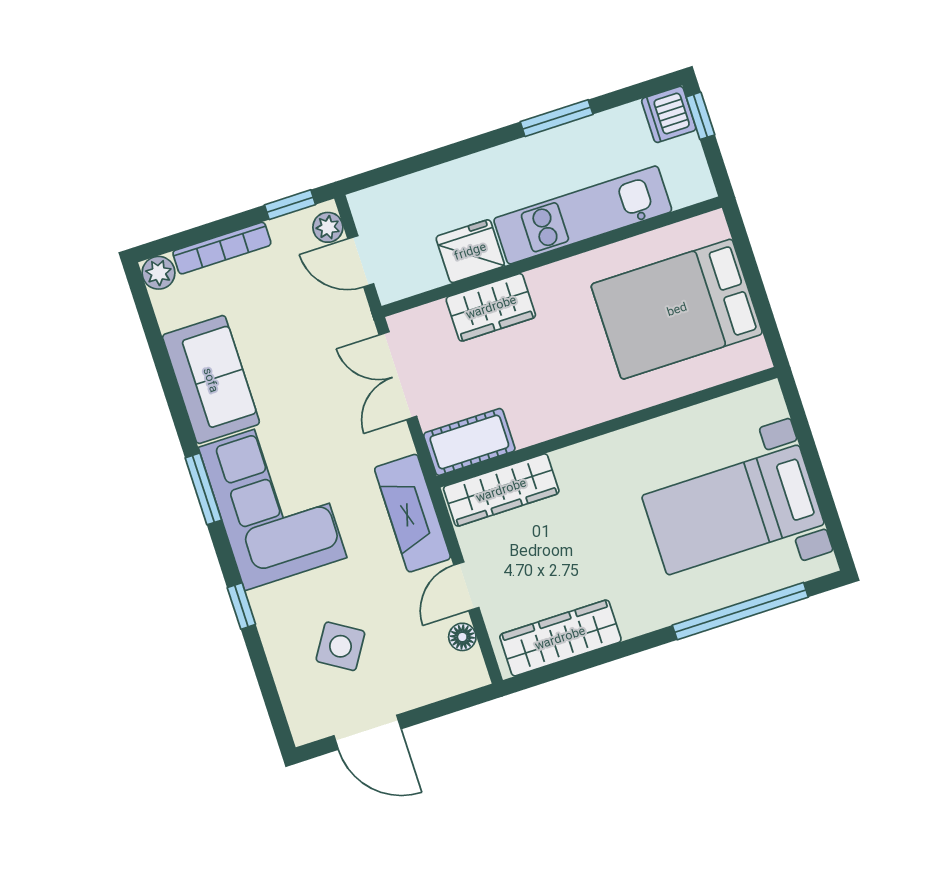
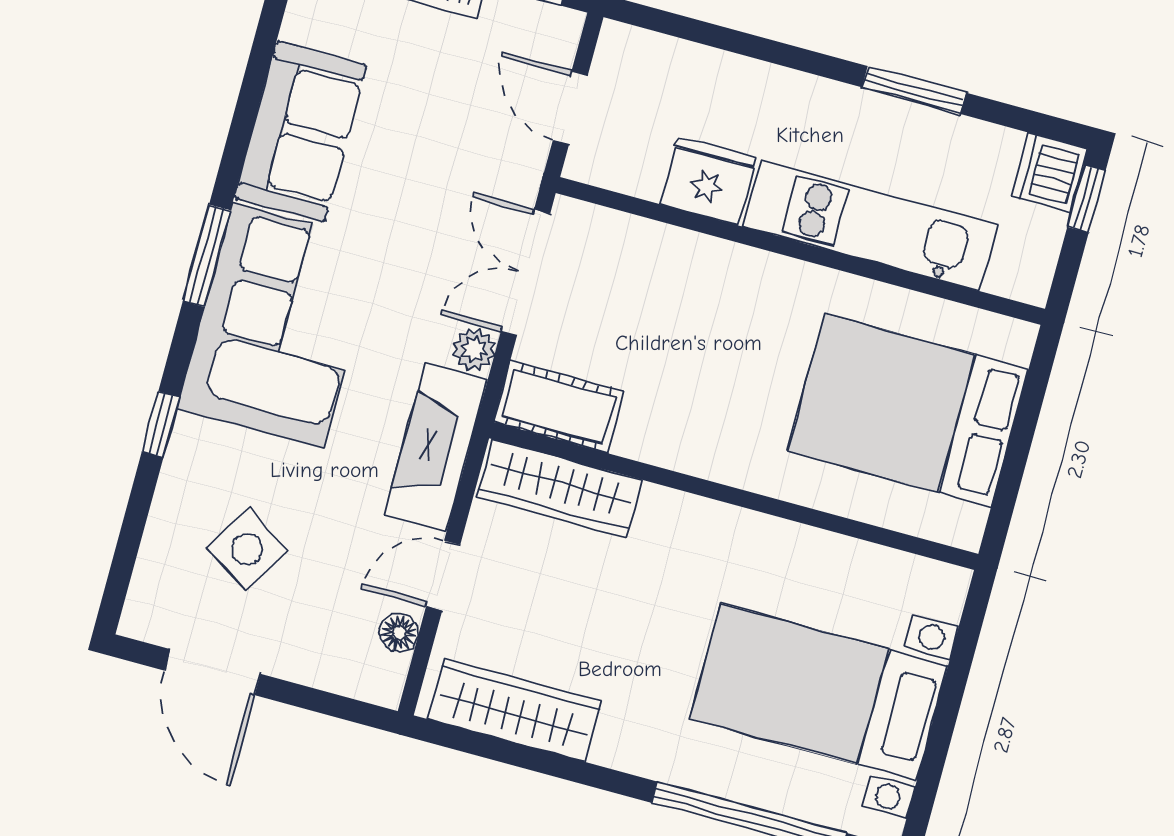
plant: (328, 227) -> (474, 349), moved
wardrobe: (491, 307) -> (689, 264), removed

